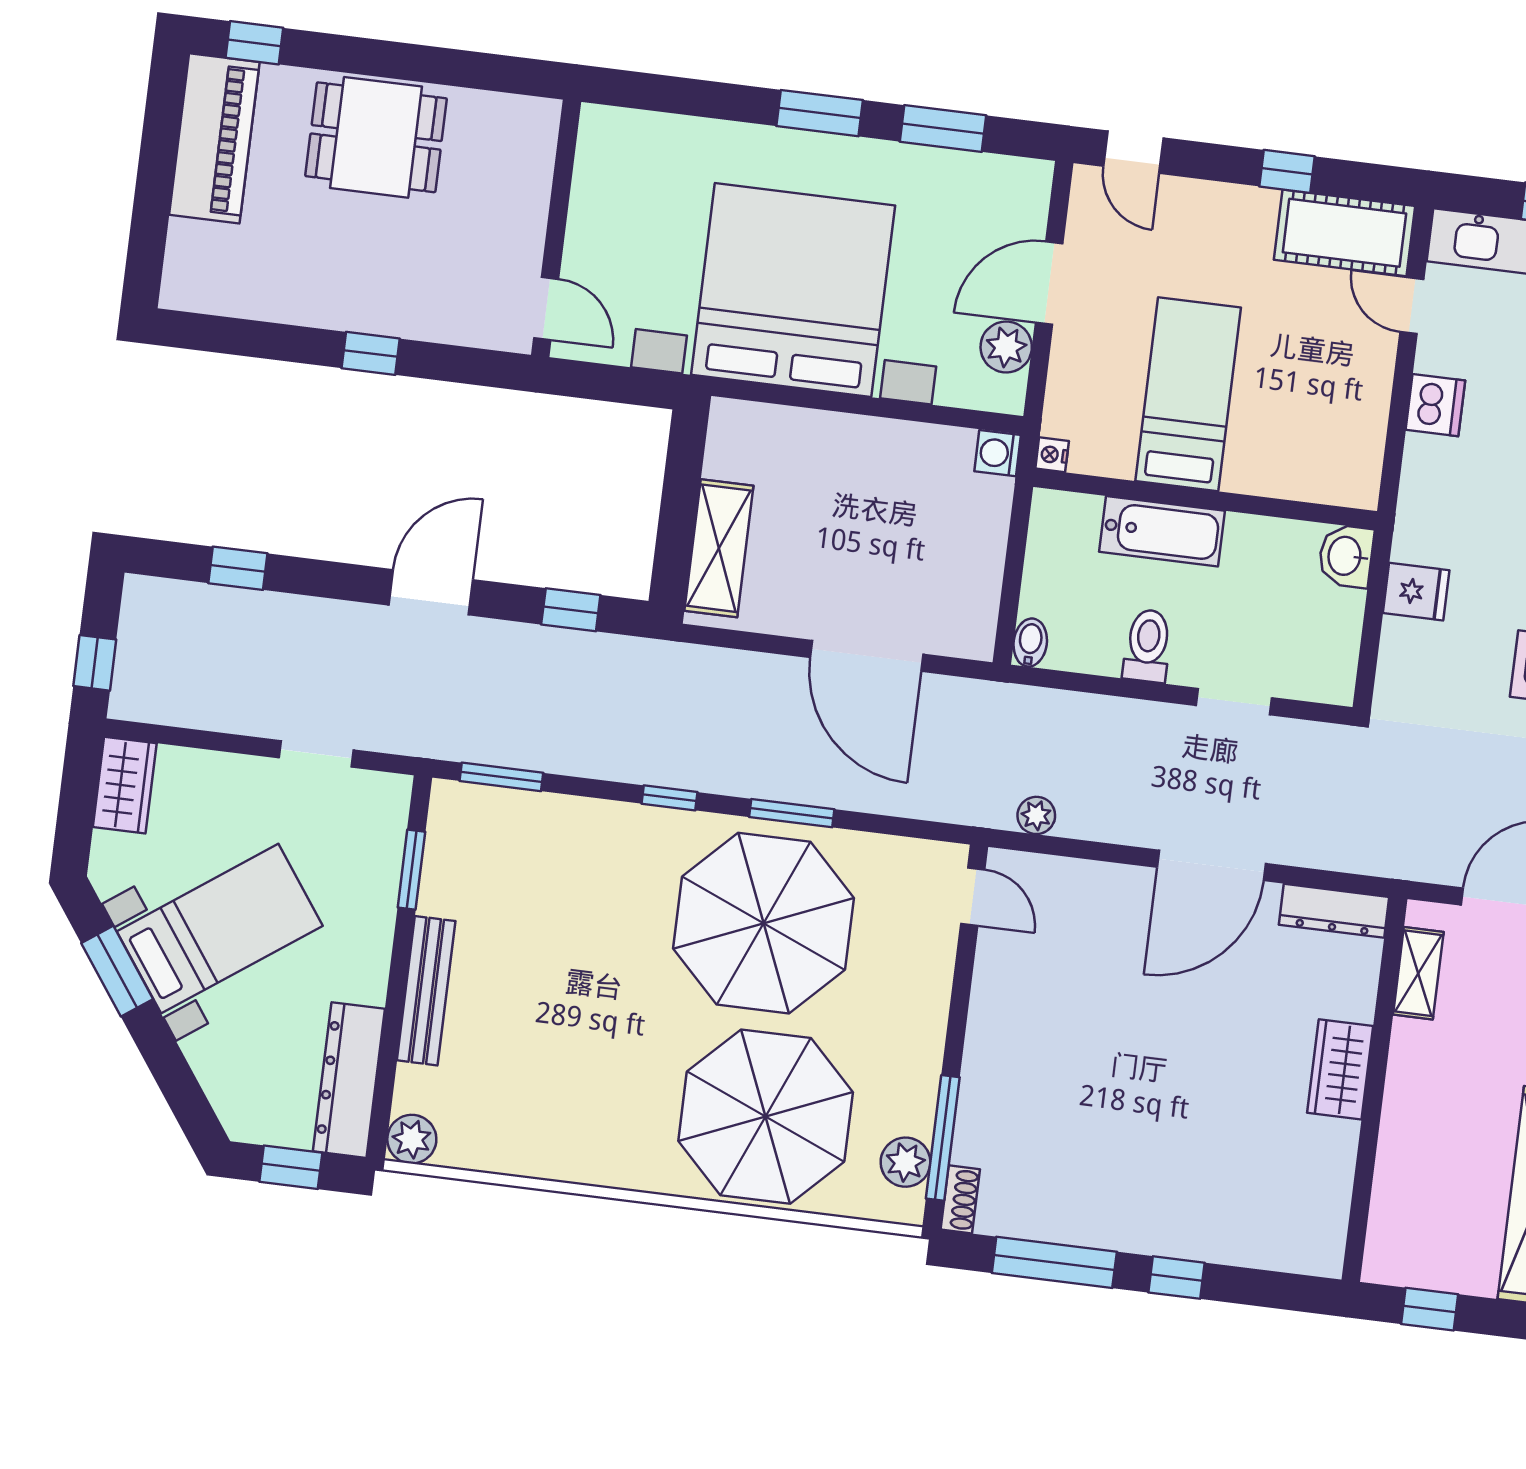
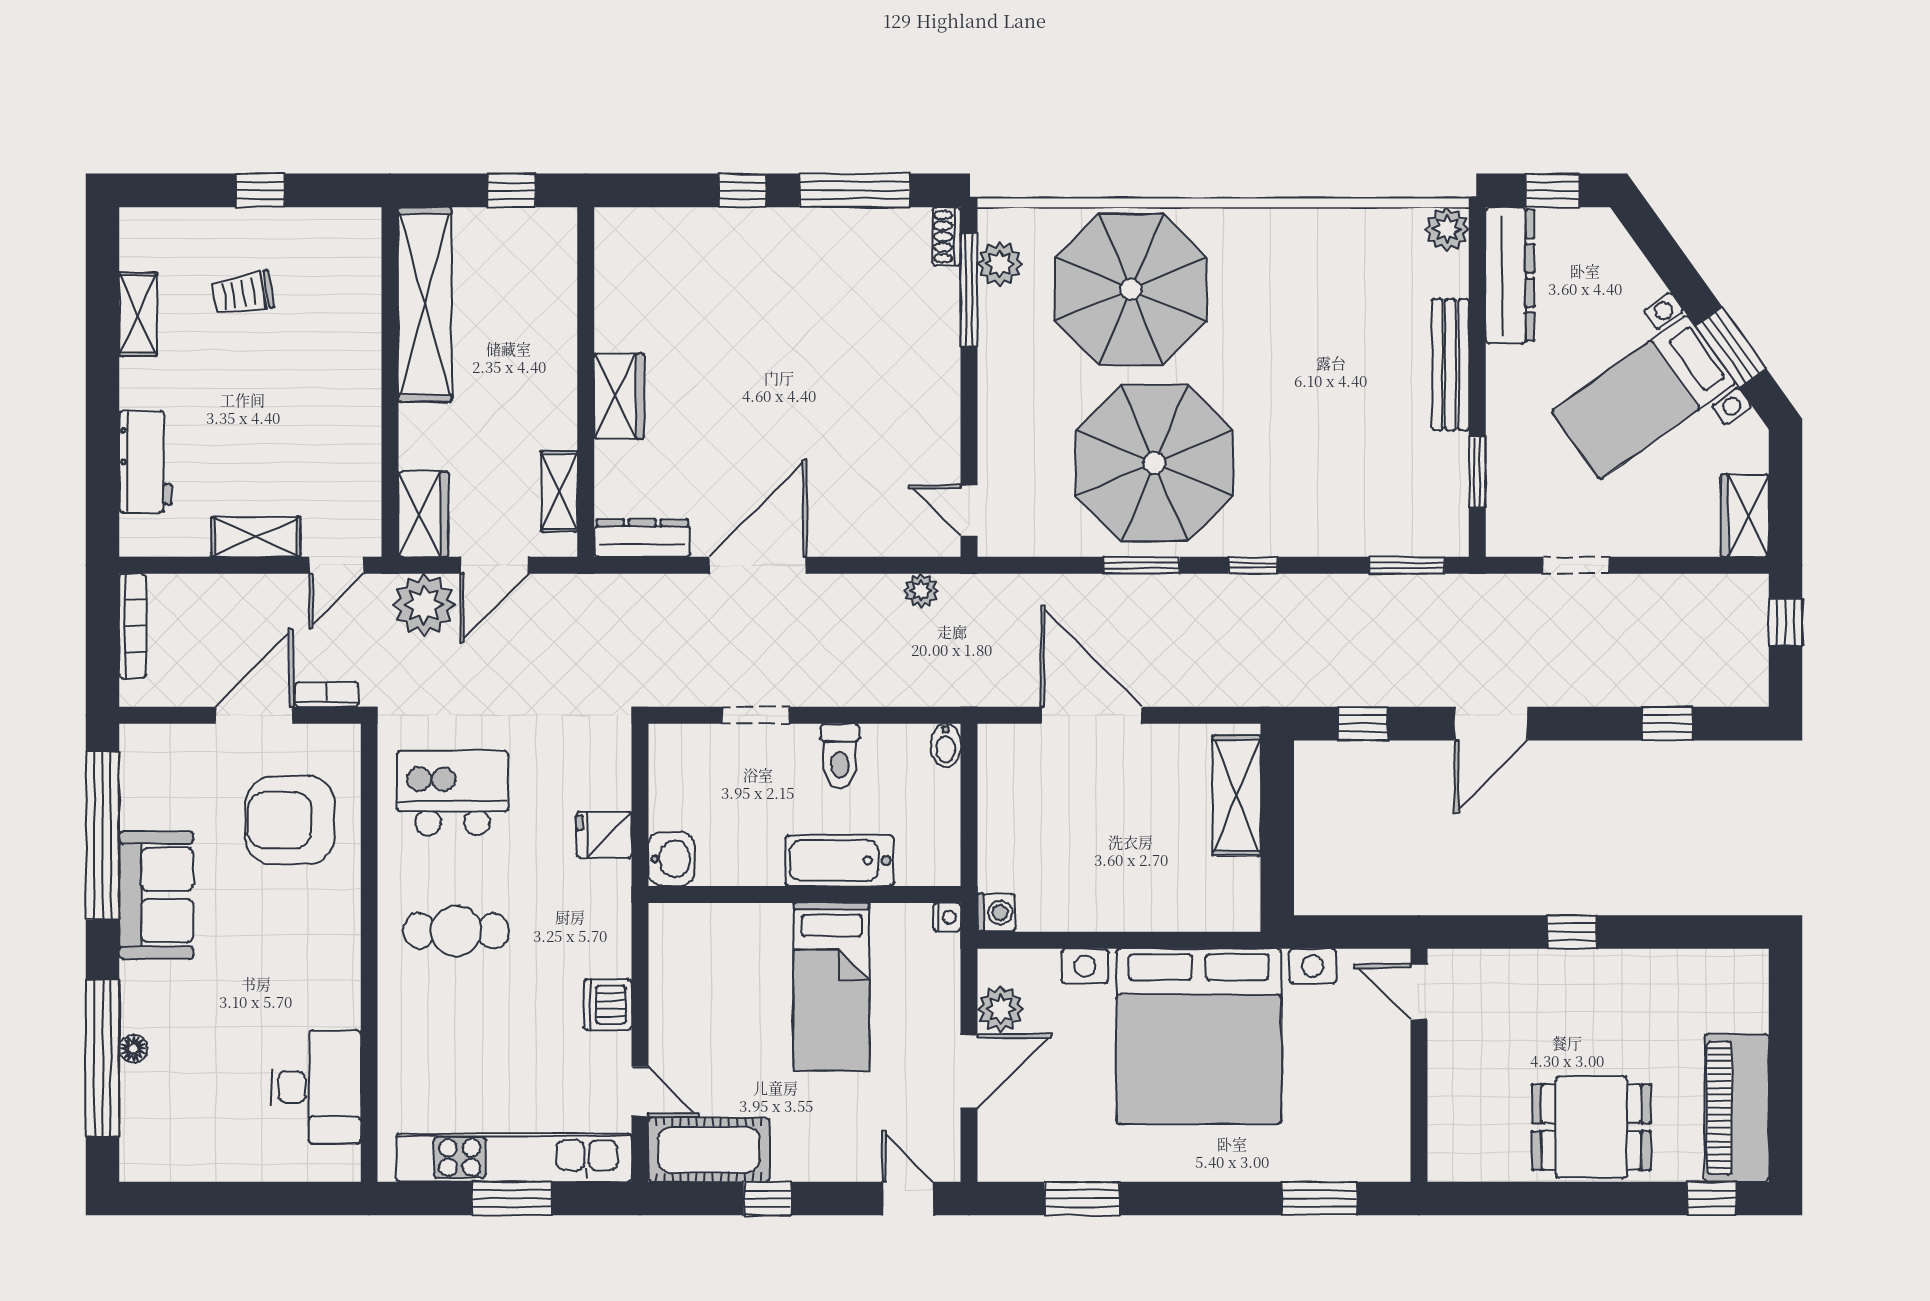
window: (820, 113) -> (1319, 1199), moved

